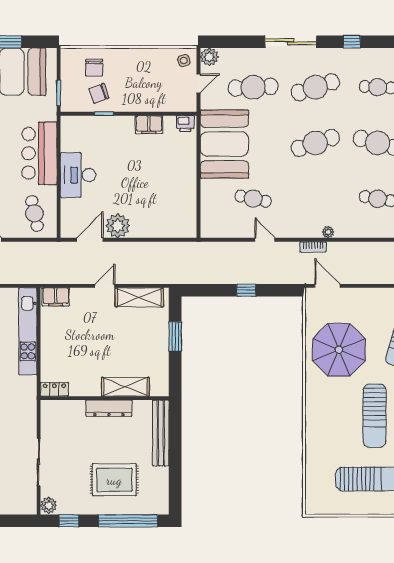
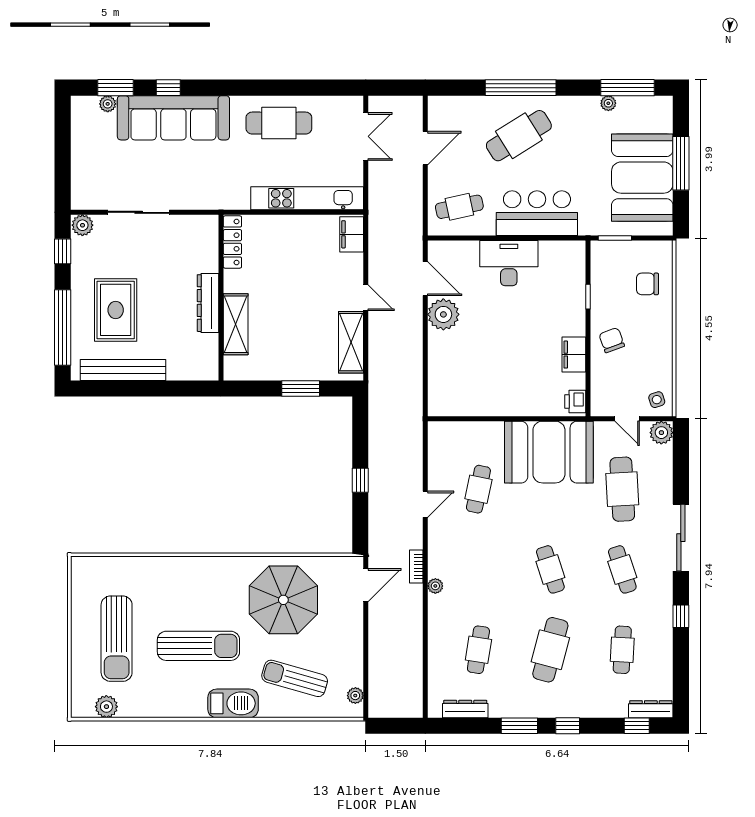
cafe table: (315, 87) -> (622, 569), width x0.73, depth x0.74
chair: (99, 93) -> (612, 340), moved
cafe table: (315, 143) -> (550, 569), width x0.73, depth x0.74
locker: (54, 389) -> (232, 242), width x1.53
sun lounger: (375, 416) -> (198, 646), turned 180
bench: (161, 433) -> (123, 370), moved

